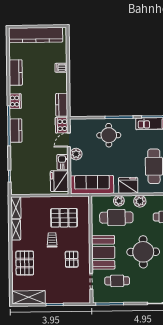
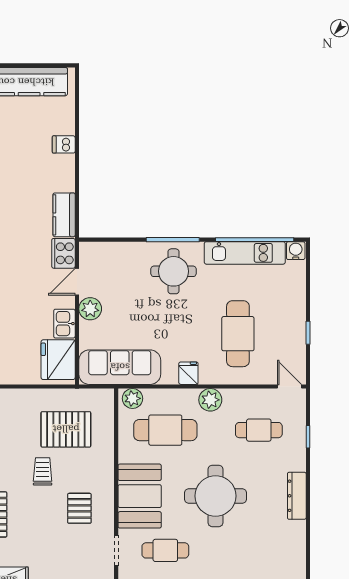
round table: (109, 135) -> (173, 271), moved
fridge: (128, 185) -> (188, 373), width x0.53, depth x0.75
plant: (119, 201) -> (132, 398), moved

